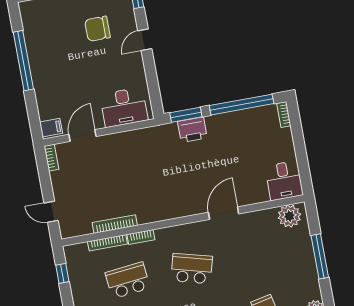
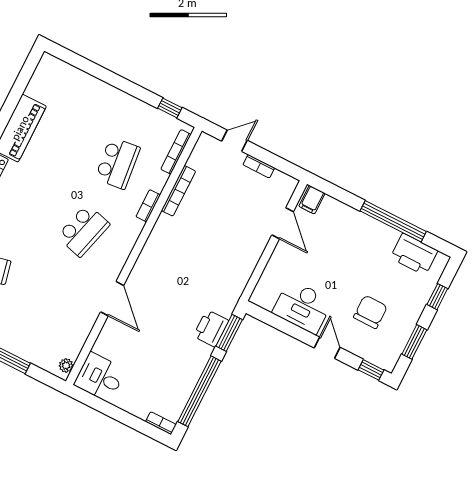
printer: (35, 29) -> (414, 254), added
desk: (124, 107) -> (303, 307), moved, turned -90
bookcase: (51, 158) -> (259, 166), moved
plant: (289, 216) -> (66, 366), width x0.53, depth x0.53
bookcase: (107, 243) -> (176, 152), moved

